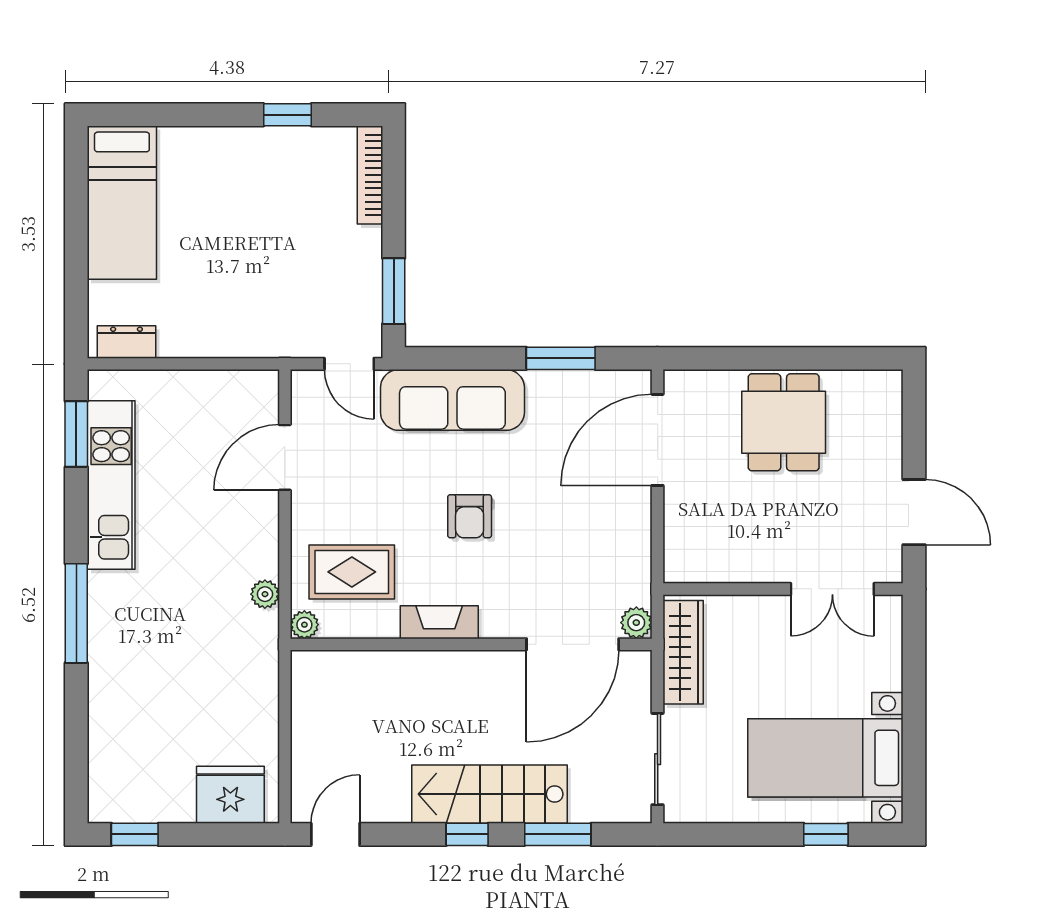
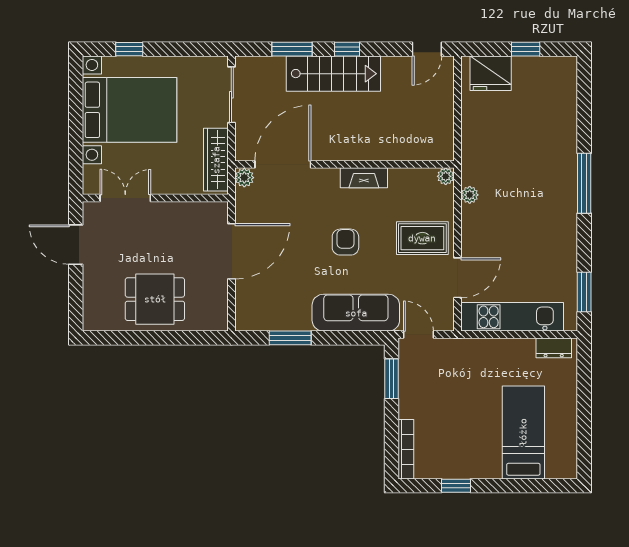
bed: (122, 203) -> (523, 432), moved
dining table: (784, 422) -> (155, 299), turned 90
door: (658, 440) -> (231, 251), moved
kitchen unit: (111, 485) -> (512, 317), moved, turned 90
rug: (352, 572) -> (422, 238), moved
bed with nightstands: (825, 758) -> (130, 110), width x1.36
window: (135, 834) -> (526, 49), moved

